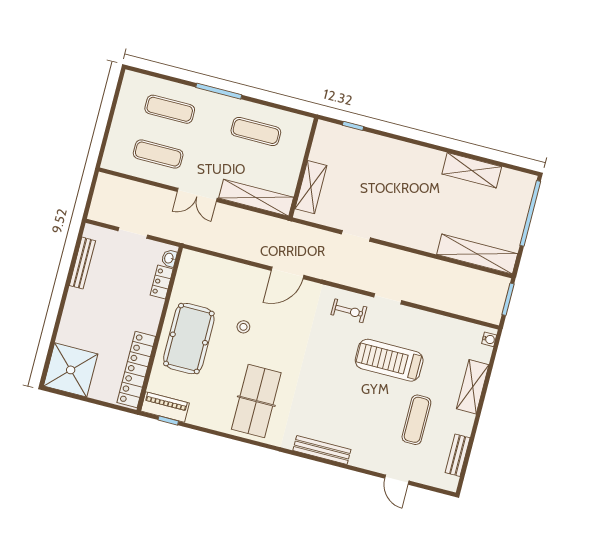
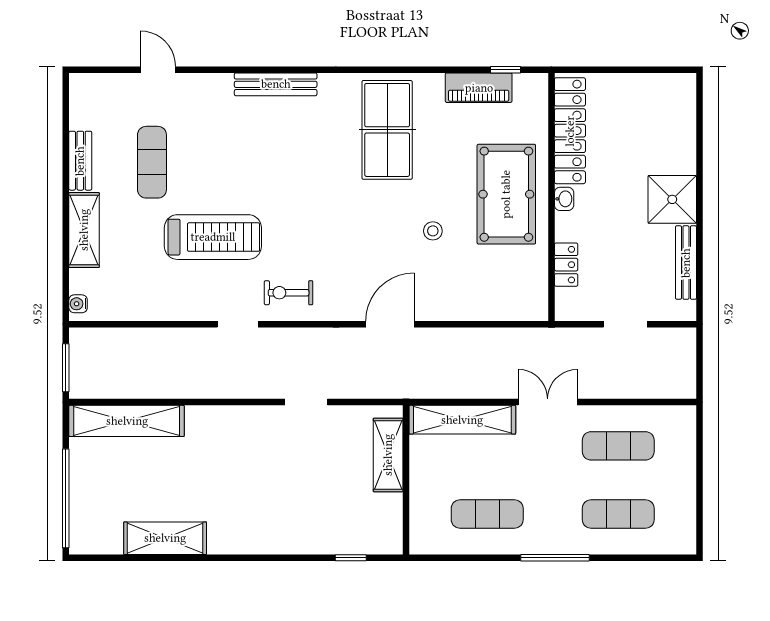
washbasin: (169, 258) -> (564, 199), moved
shower: (71, 370) -> (672, 199), moved, width x0.73, depth x0.73
piano: (165, 407) -> (479, 88), moved
bench: (458, 455) -> (80, 161), moved

